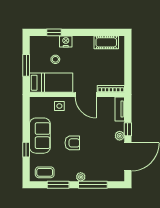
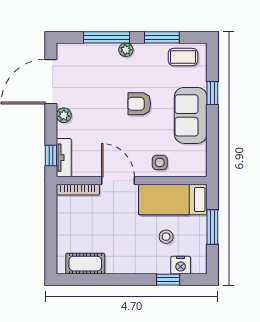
nightstand: (66, 41) -> (181, 265), moved
window: (128, 129) -> (51, 155), moved

